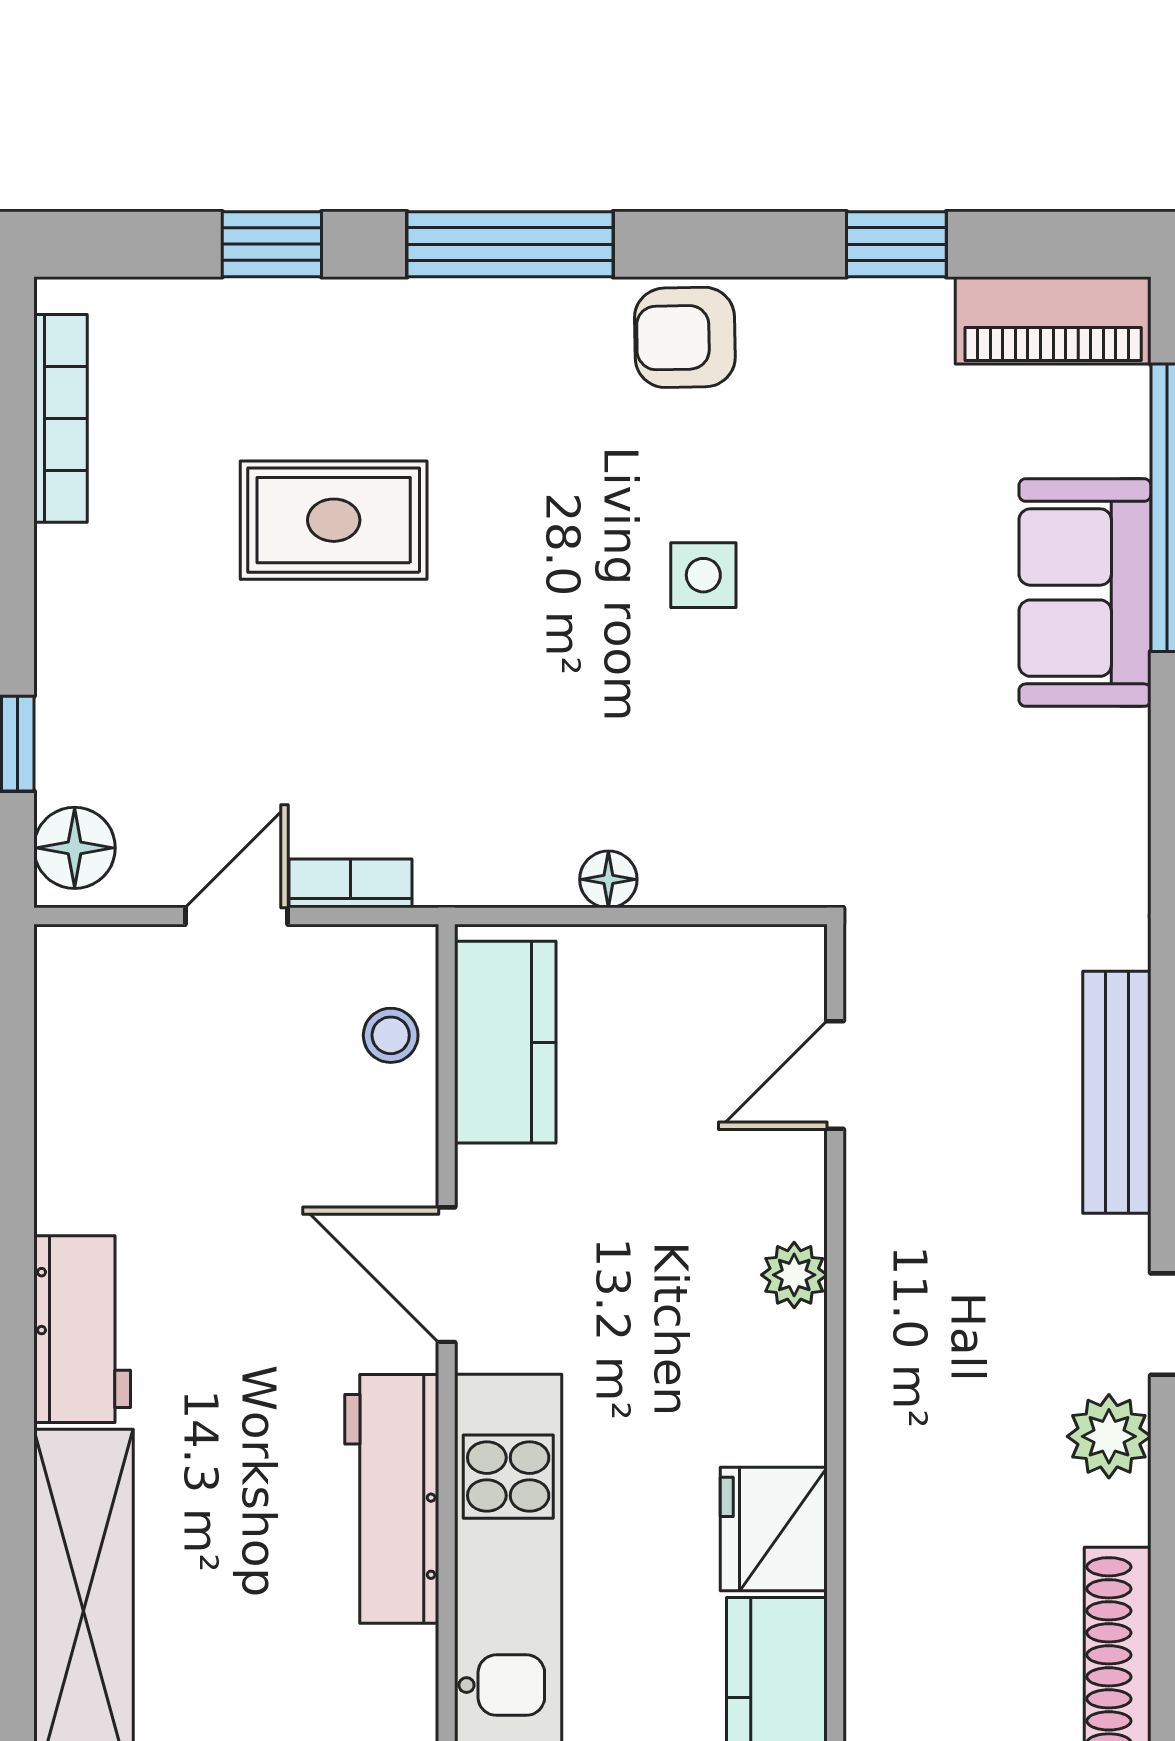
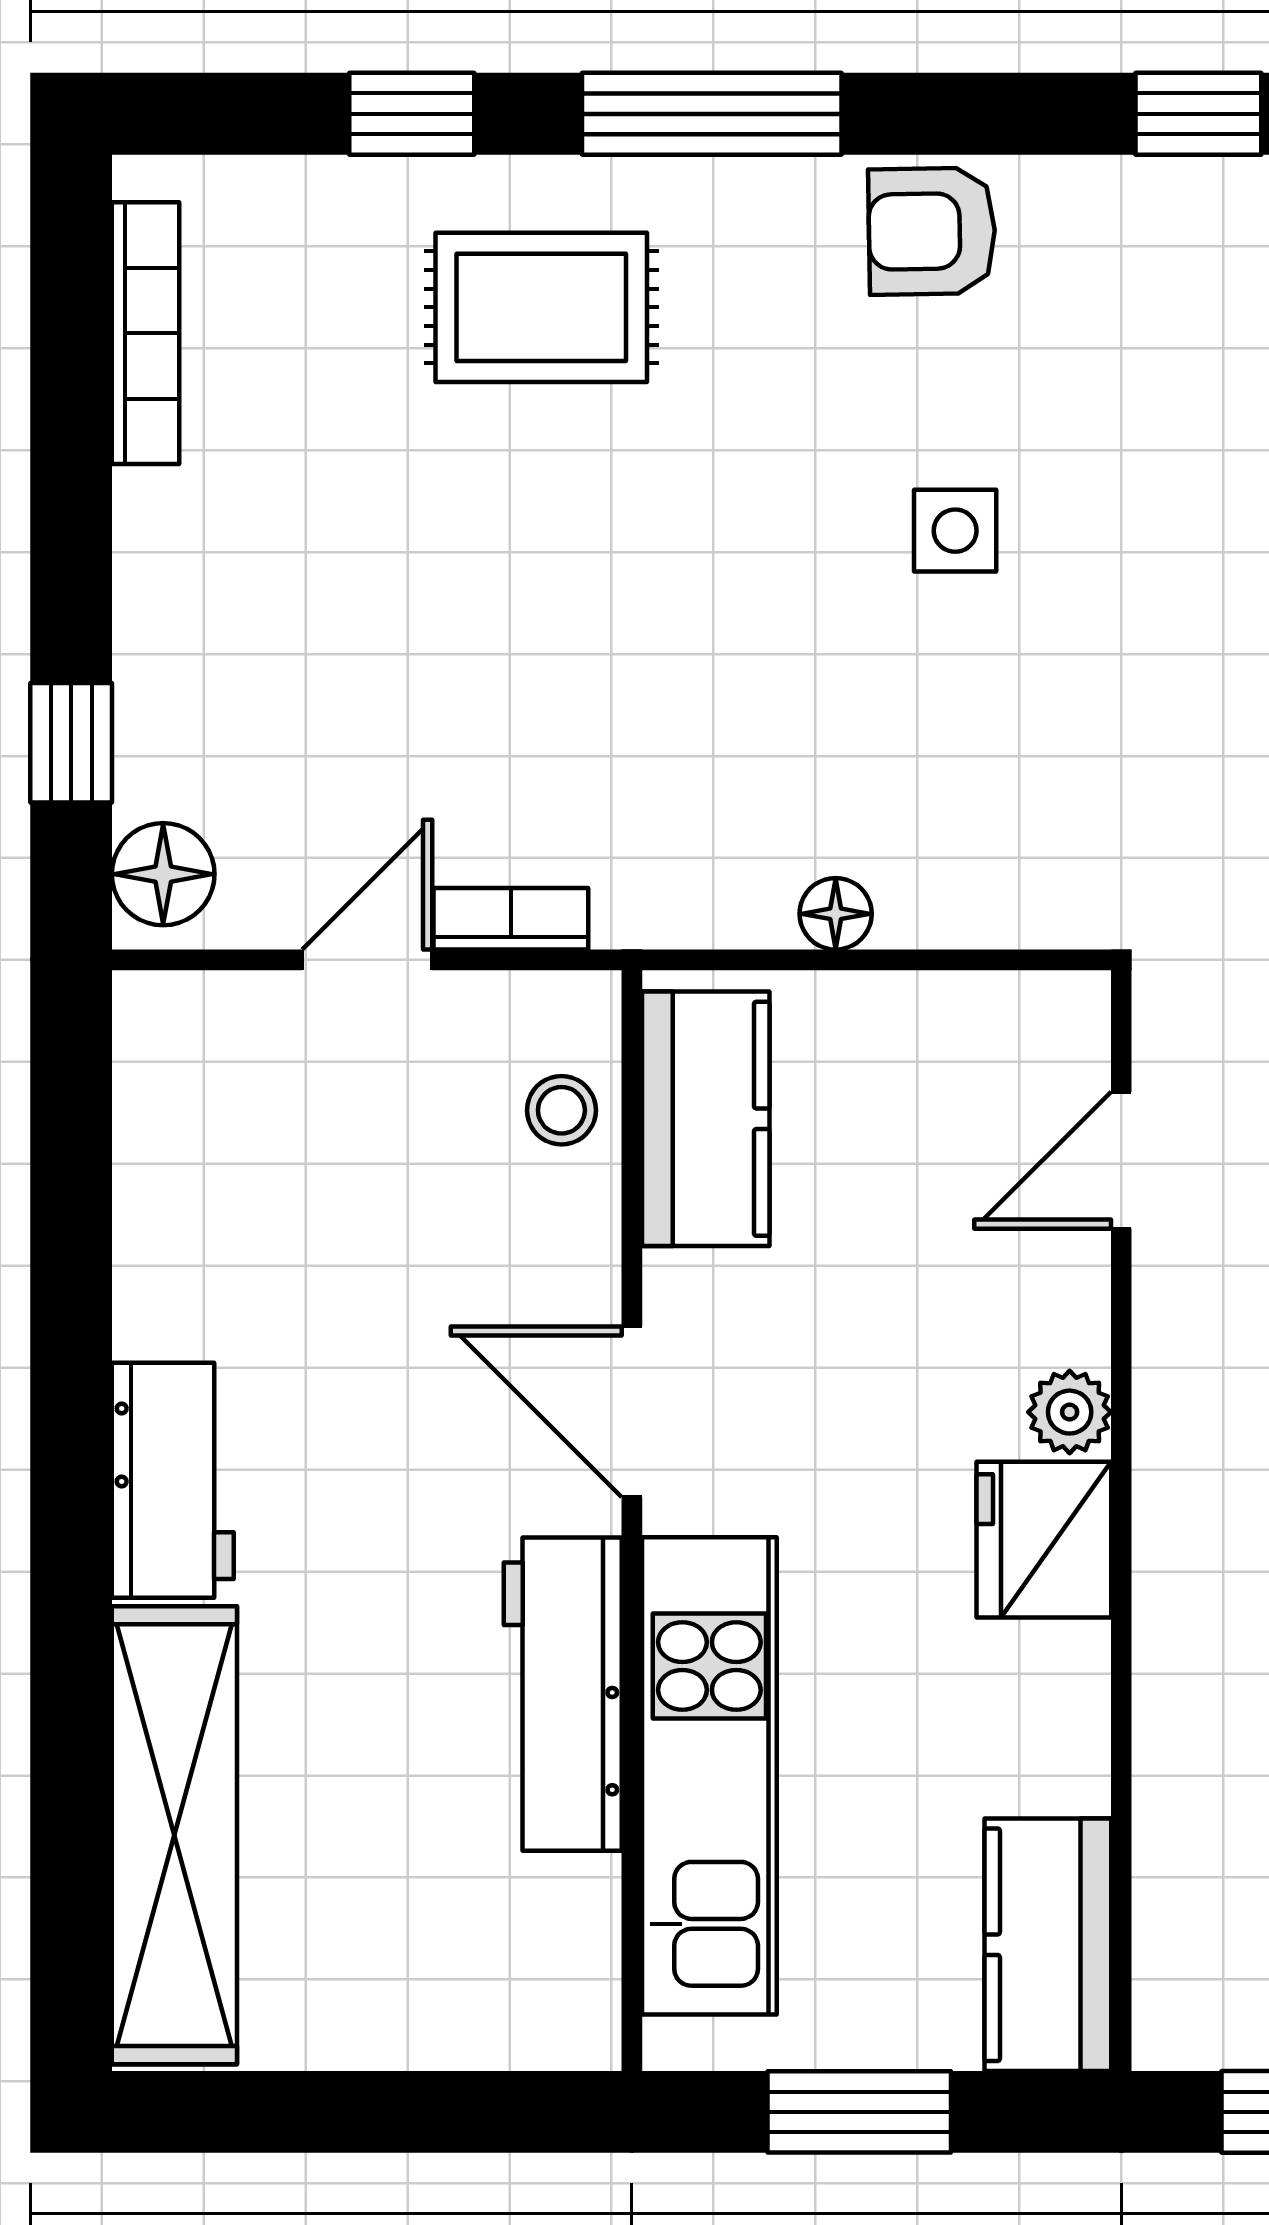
rug: (334, 520) -> (541, 307), moved
fridge: (774, 1529) -> (1044, 1540), moved

